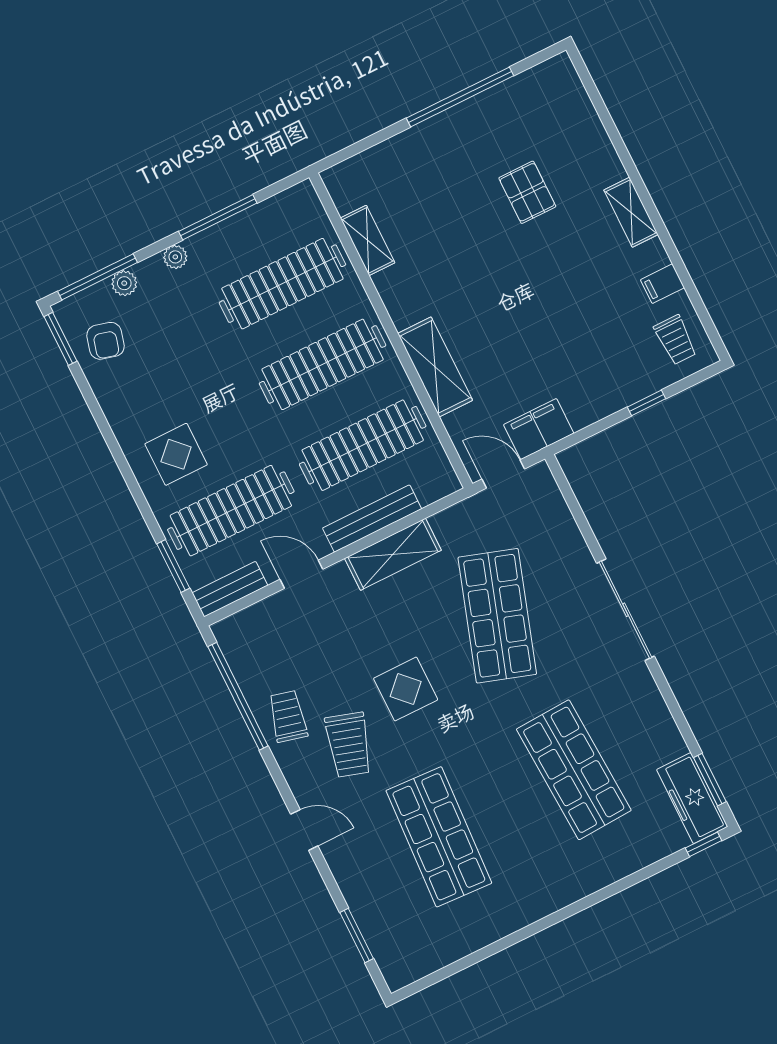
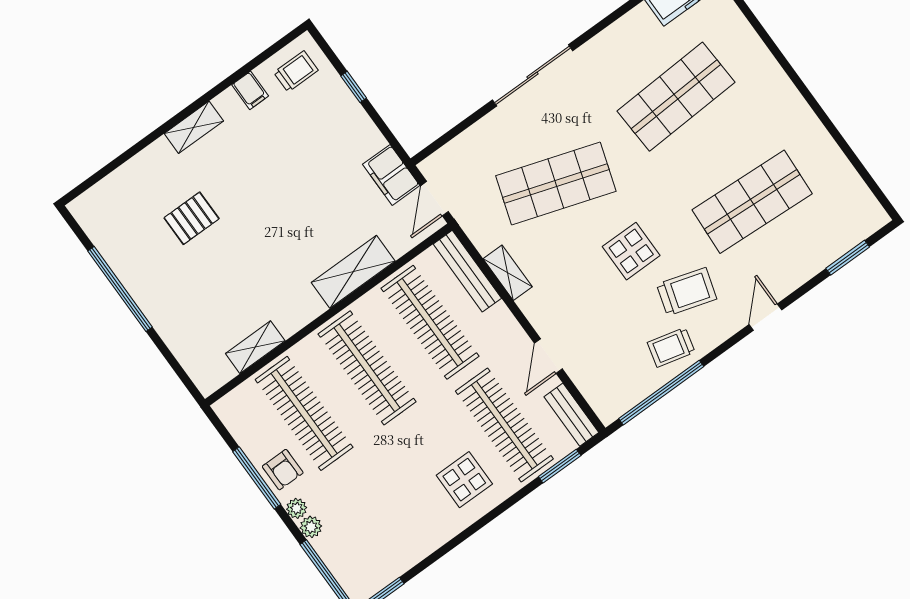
plant: (124, 283) -> (311, 527), moved
armchair: (105, 341) -> (283, 470), moved, turned 75
bench: (372, 519) -> (467, 271), moved
shelving: (393, 554) -> (508, 273), width x0.67, depth x0.75

